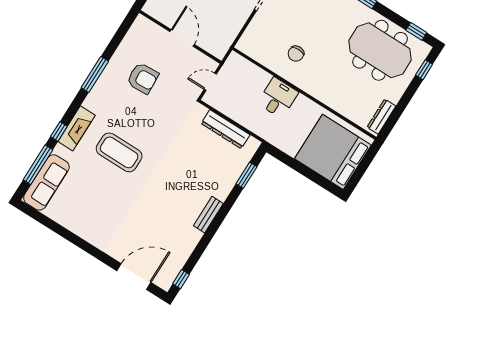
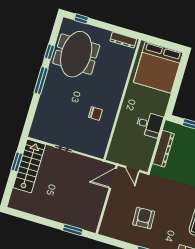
window: (416, 31) -> (50, 52), moved
door: (182, 38) -> (113, 178), moved
desk: (278, 98) -> (149, 124), moved, turned 180

